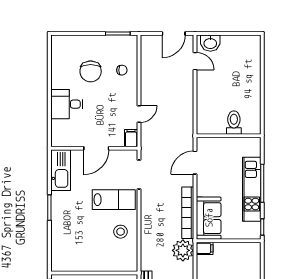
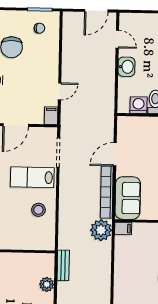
washbasin: (210, 43) -> (126, 67), moved, turned -90
chair: (122, 70) -> (39, 28), moved
washing machine: (217, 126) -> (139, 105), added
door: (195, 163) -> (115, 154), moved
lab bench: (114, 200) -> (32, 177), turned 180

